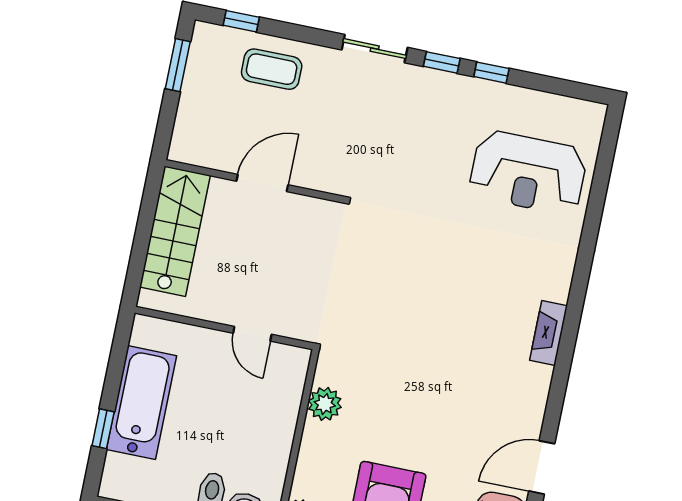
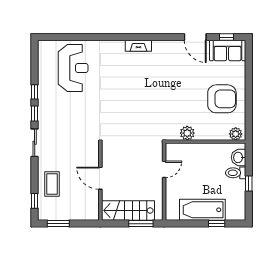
window: (139, 255) -> (141, 224), added

